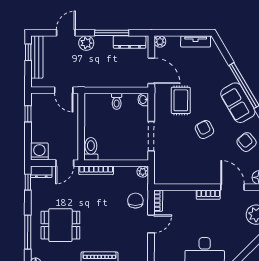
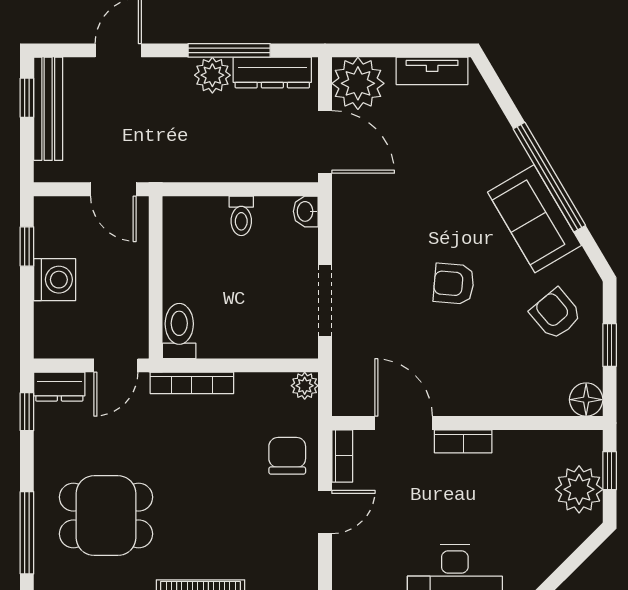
plant: (160, 42) -> (358, 83), width x1.88, depth x1.88
plant: (86, 43) -> (212, 75), moved
rug: (181, 100) -> (396, 213), removed
armchair: (204, 130) -> (454, 284), turned -57
washing machine: (39, 152) -> (55, 280), moved, turned 90
door: (233, 187) -> (404, 423), moved

